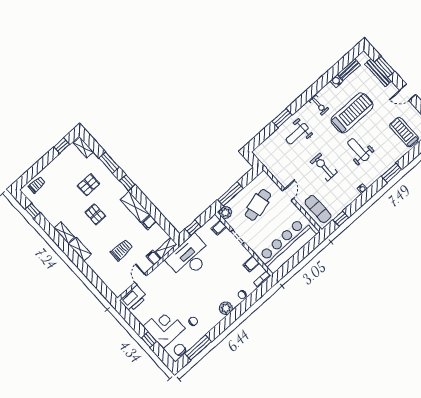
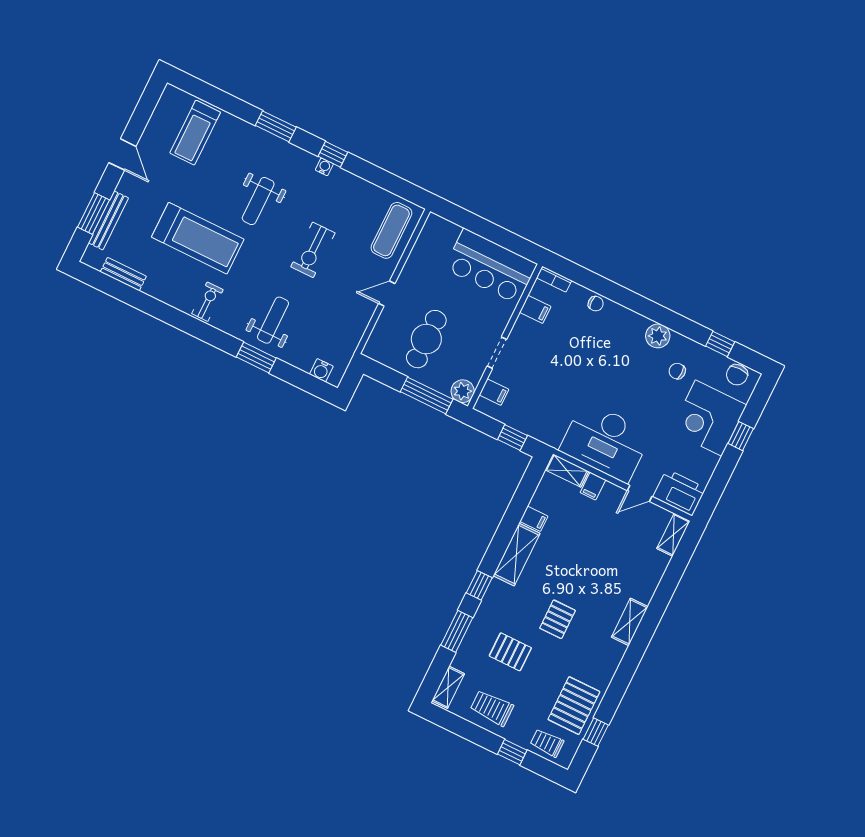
water cooler: (337, 81) -> (321, 370), moved
treadmill: (352, 113) -> (198, 238), turned 180
weight bench: (297, 134) -> (273, 320), turned -90
window: (62, 146) -> (512, 752), moved
pallet: (50, 205) -> (574, 706), added
cafe table: (258, 205) -> (426, 339), turned -76
window: (341, 219) -> (333, 154), moved
shelving: (64, 232) -> (673, 535), moved
bar counter: (287, 245) -> (491, 266), width x0.73
trolley: (121, 250) -> (492, 708), moved
desk: (190, 257) -> (606, 442), moved
plant: (226, 308) -> (658, 336), moved
window: (198, 348) -> (720, 344), width x0.46

